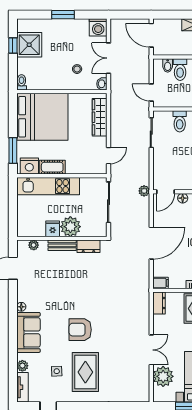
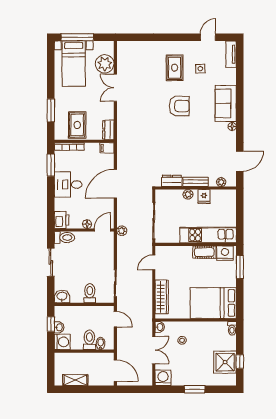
bed: (42, 117) -> (213, 303), width x0.73
plant: (70, 227) -> (188, 194), width x0.53, depth x0.53
plant: (22, 366) -> (231, 73), removed
rug: (85, 372) -> (175, 68), width x0.73, depth x0.70

